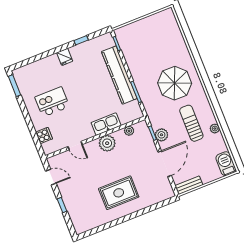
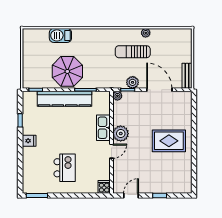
parasol: (175, 83) -> (67, 71), moved
kitchen island: (52, 102) -> (65, 168), turned 180
plant: (129, 131) -> (117, 96), moved
cooker: (44, 135) -> (104, 187), moved
door: (75, 146) -> (111, 151), moved
barbecue: (226, 164) -> (60, 35), moved
rug: (119, 193) -> (169, 141), turned 90

